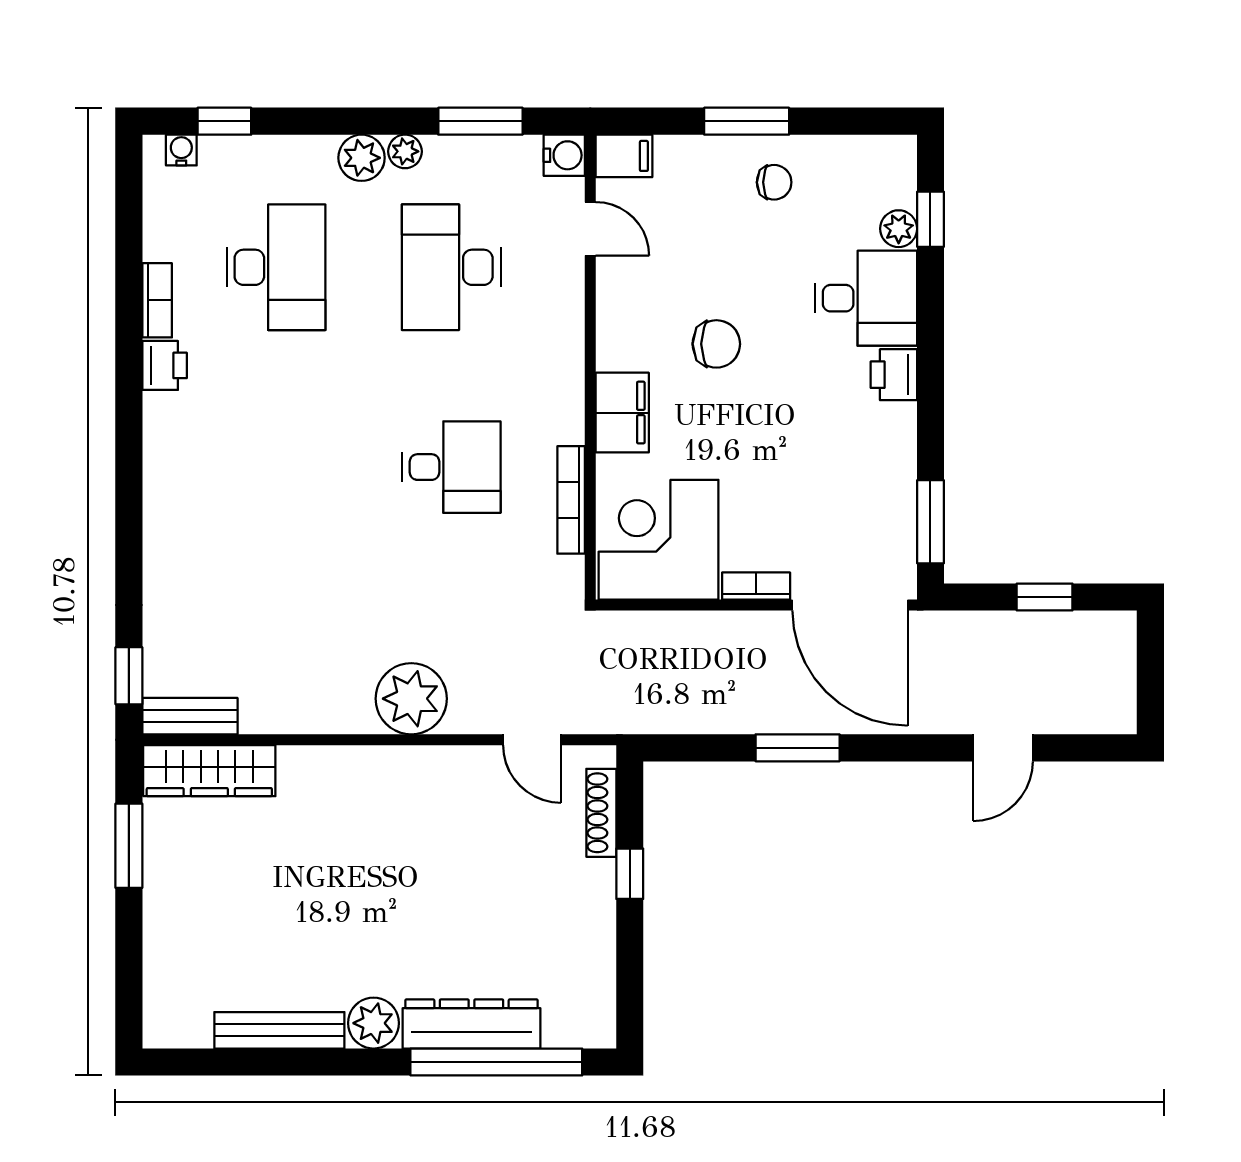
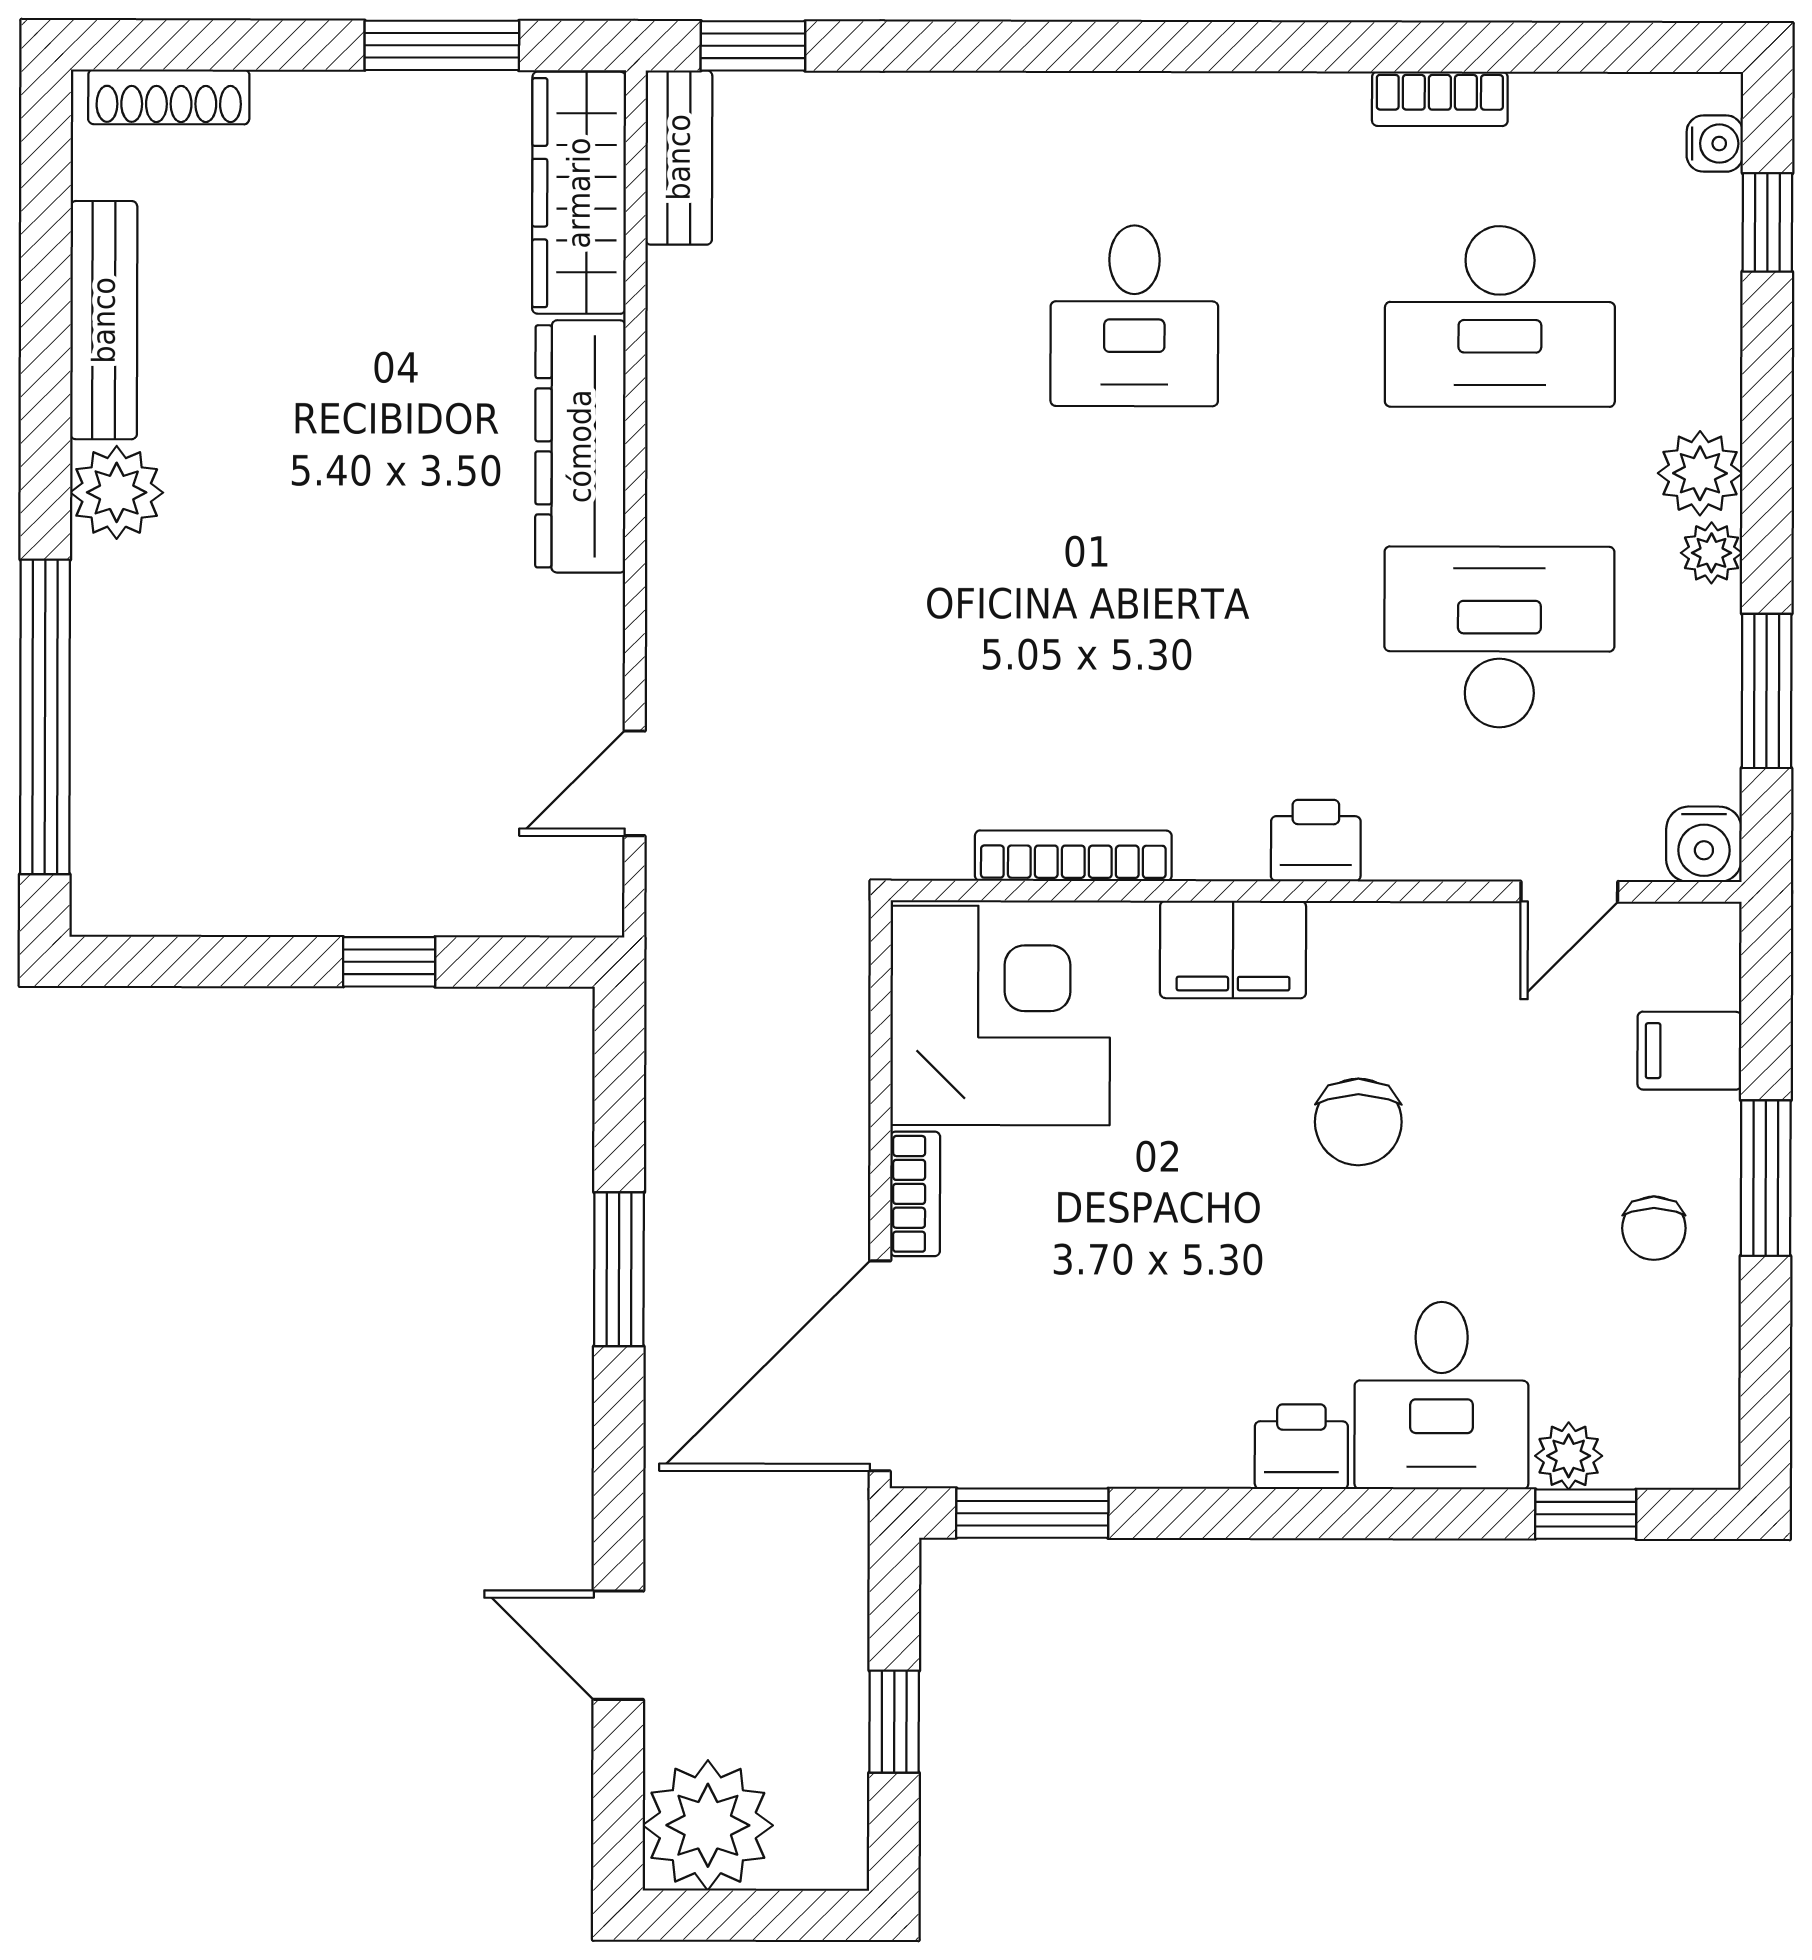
filing cabinet: (624, 156) -> (1689, 1051), moved, turned 90
printer: (165, 365) -> (1316, 841), moved, turned 180
desk: (451, 467) -> (1134, 316), moved
plant: (411, 699) -> (708, 1825), moved
shoe rack: (601, 813) -> (169, 97), moved, turned 180
dresser: (471, 1024) -> (580, 446), moved, turned 180

